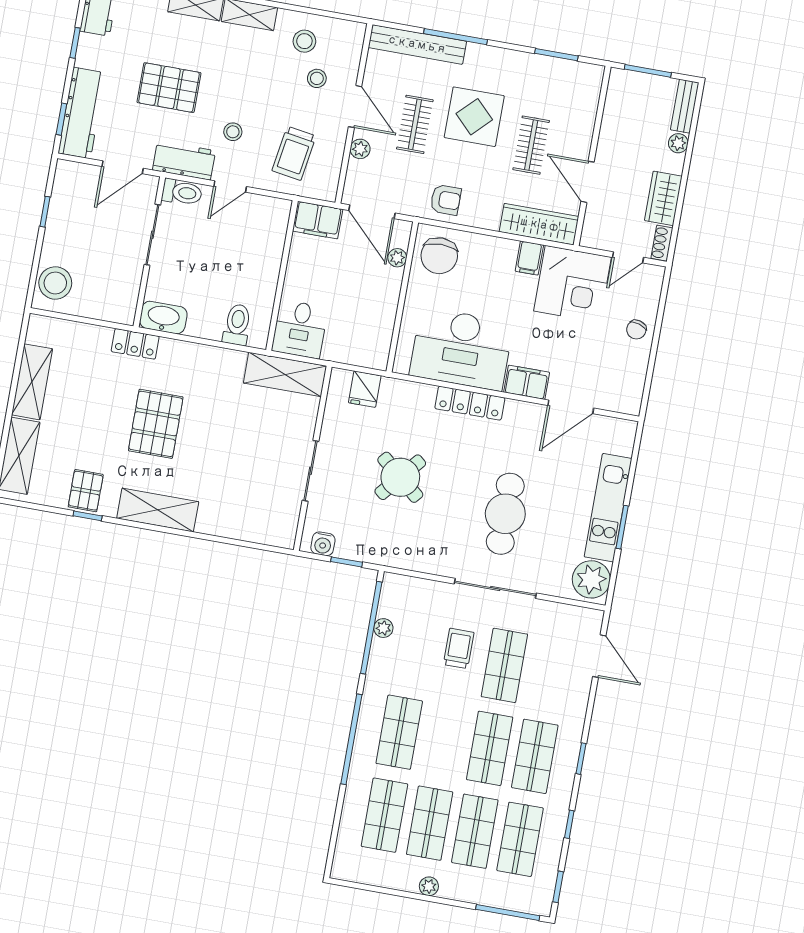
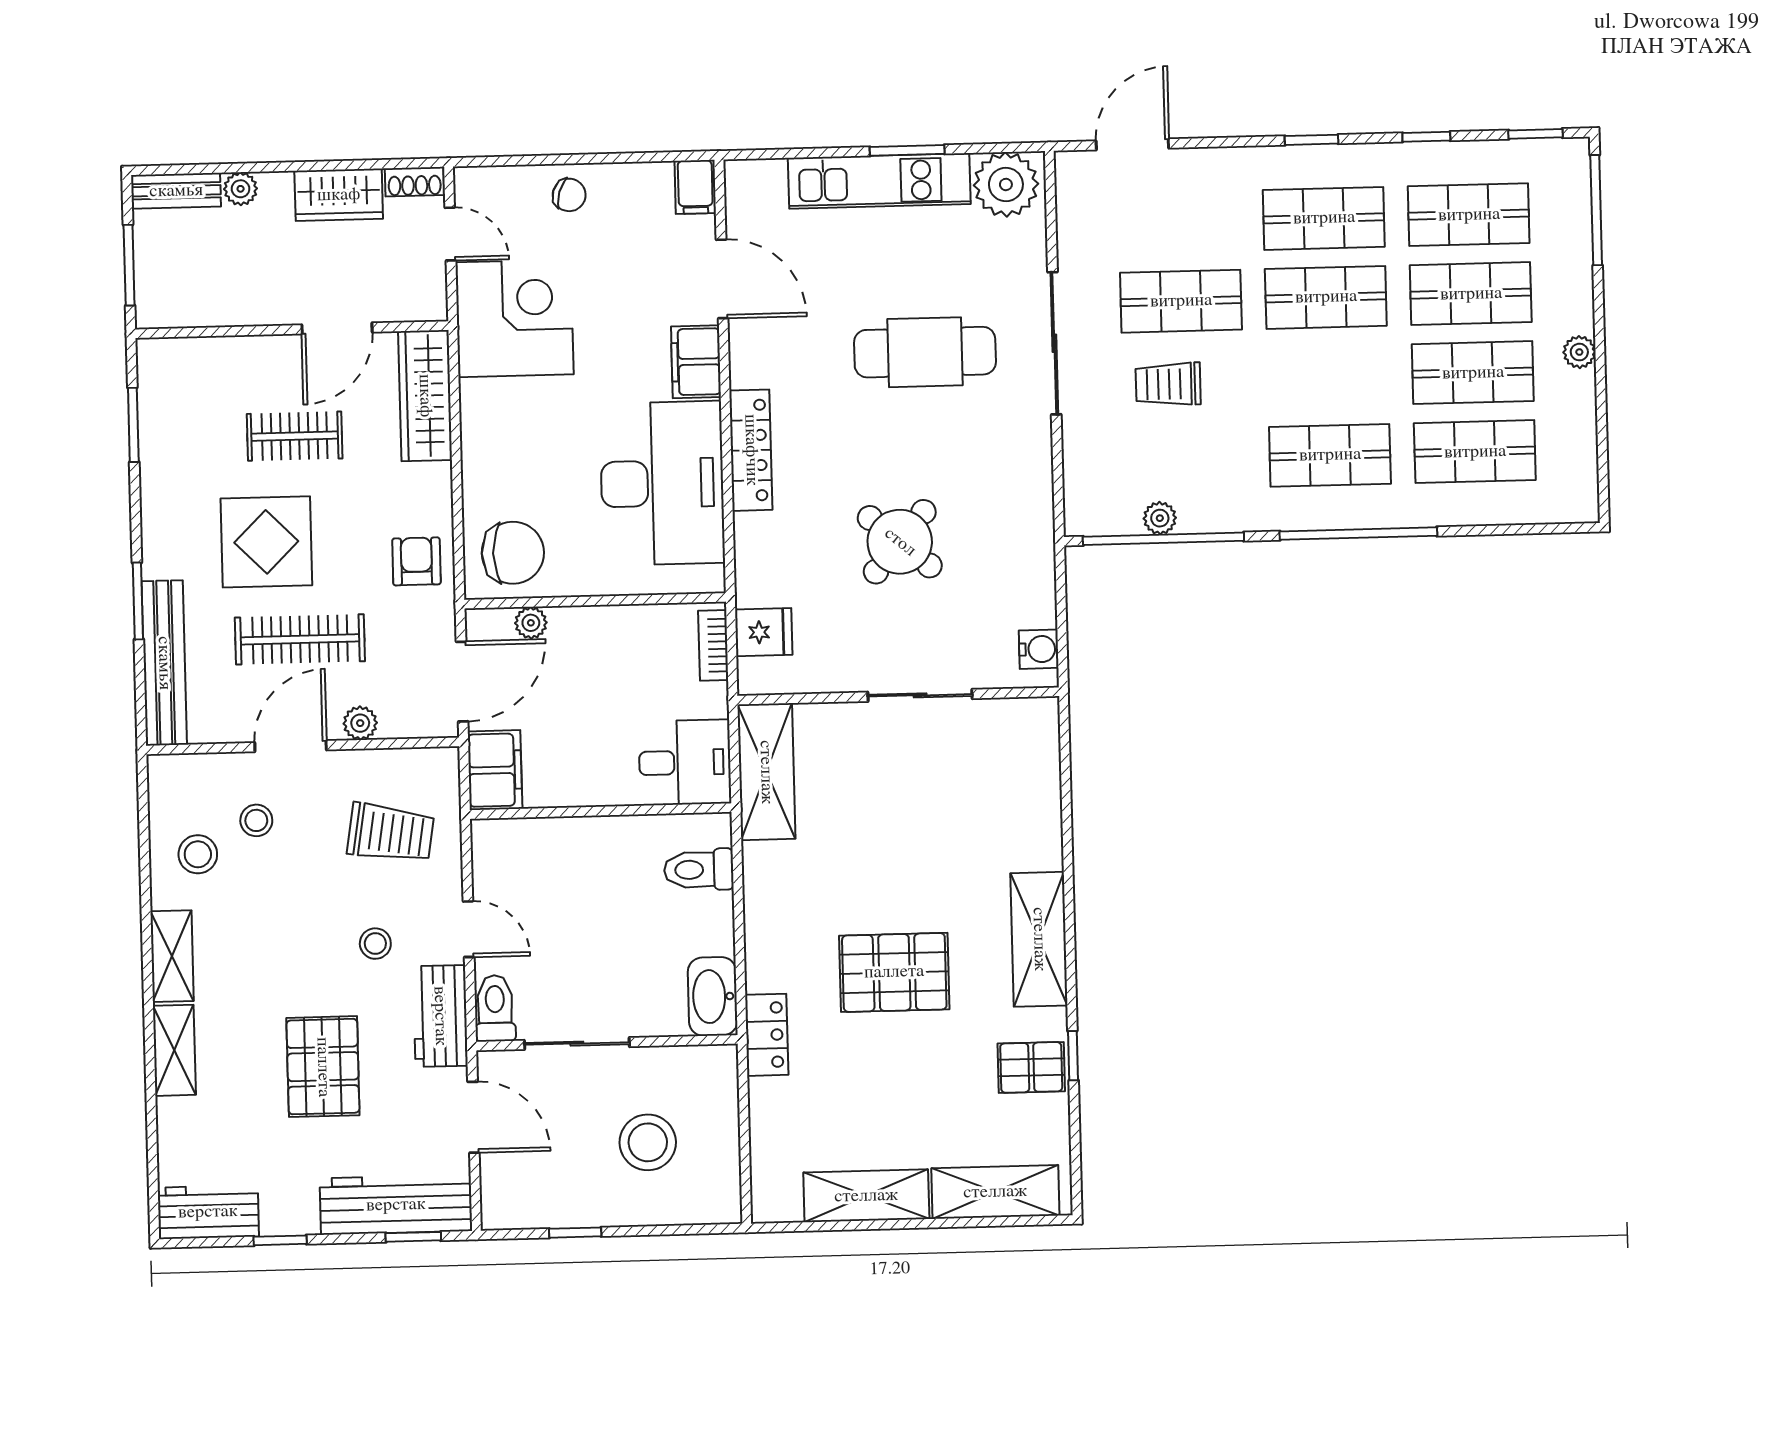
window: (456, 37) -> (138, 601), width x0.69
clothes rail: (415, 124) -> (300, 639), width x1.36
filing cabinet: (529, 258) -> (695, 187), moved, turned 90
stool: (55, 283) -> (648, 1142), moved
bookcase: (363, 359) -> (713, 645), added
window: (347, 562) -> (1061, 603), removed

